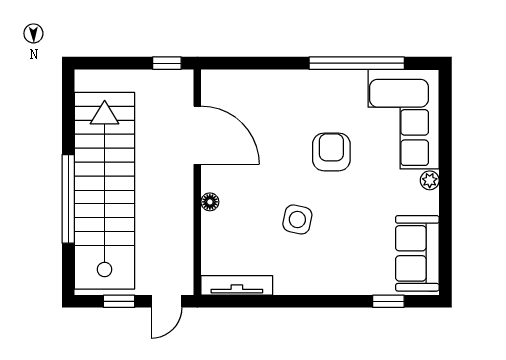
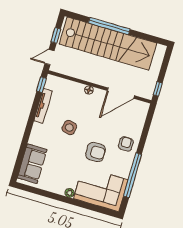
armchair: (297, 95) -> (126, 144), added
sofa: (417, 253) -> (32, 164), moved, turned 90
tv unit: (237, 285) -> (43, 106), moved
door: (167, 301) -> (49, 57), hinge flipped
window: (388, 301) -> (41, 85), moved

